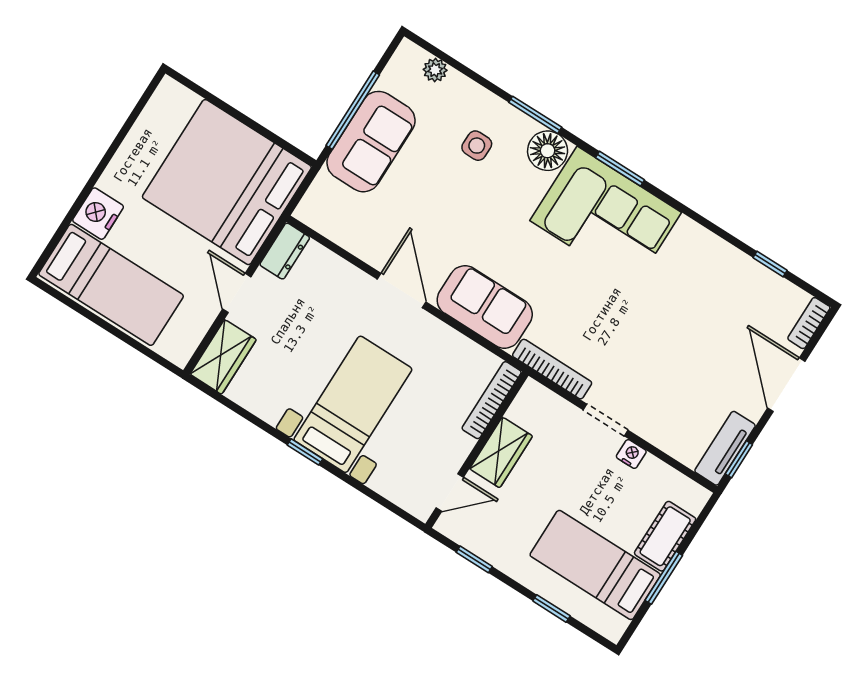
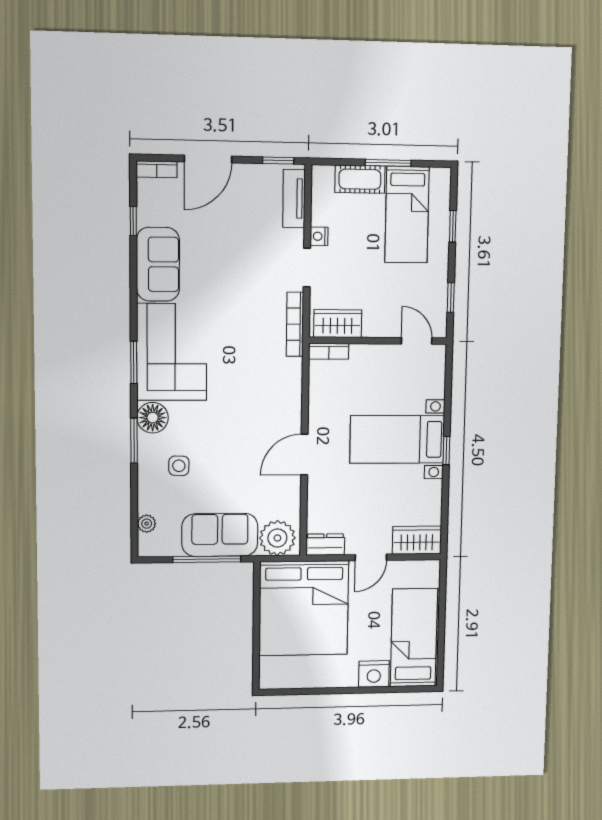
plant: (327, 203) -> (277, 538), added
sofa: (485, 307) -> (158, 264), moved, turned 180
bookcase: (492, 400) -> (329, 351), width x0.64
tv unit: (725, 448) -> (294, 198), moved, turned 90
wardrobe: (501, 452) -> (338, 324), moved

